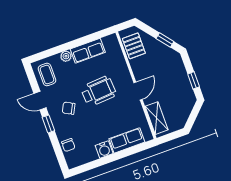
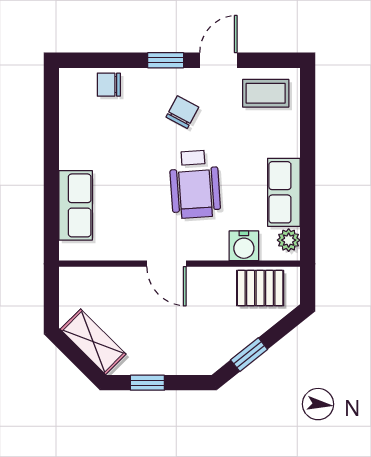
plant: (66, 56) -> (289, 240), moved
shelving: (157, 118) -> (93, 342), moved, turned 45
water cooler: (104, 150) -> (244, 246), moved, turned -90

